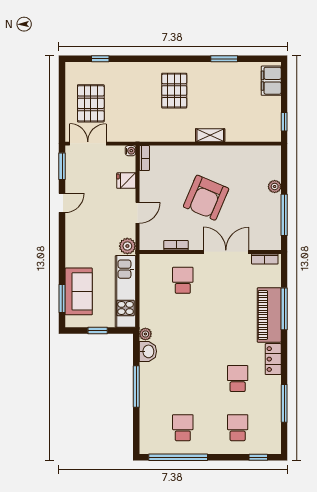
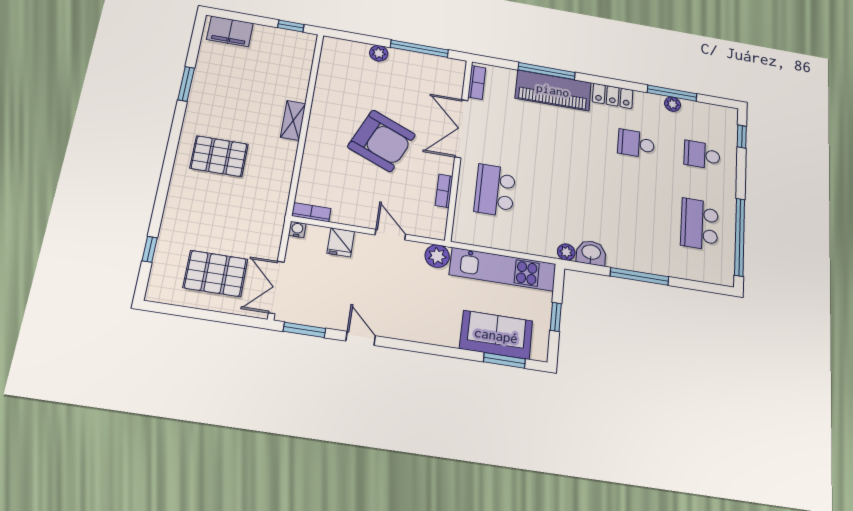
school desk: (183, 280) -> (495, 190), width x1.85
plant: (275, 404) -> (673, 104), added
school desk: (183, 428) -> (699, 224), width x1.85

